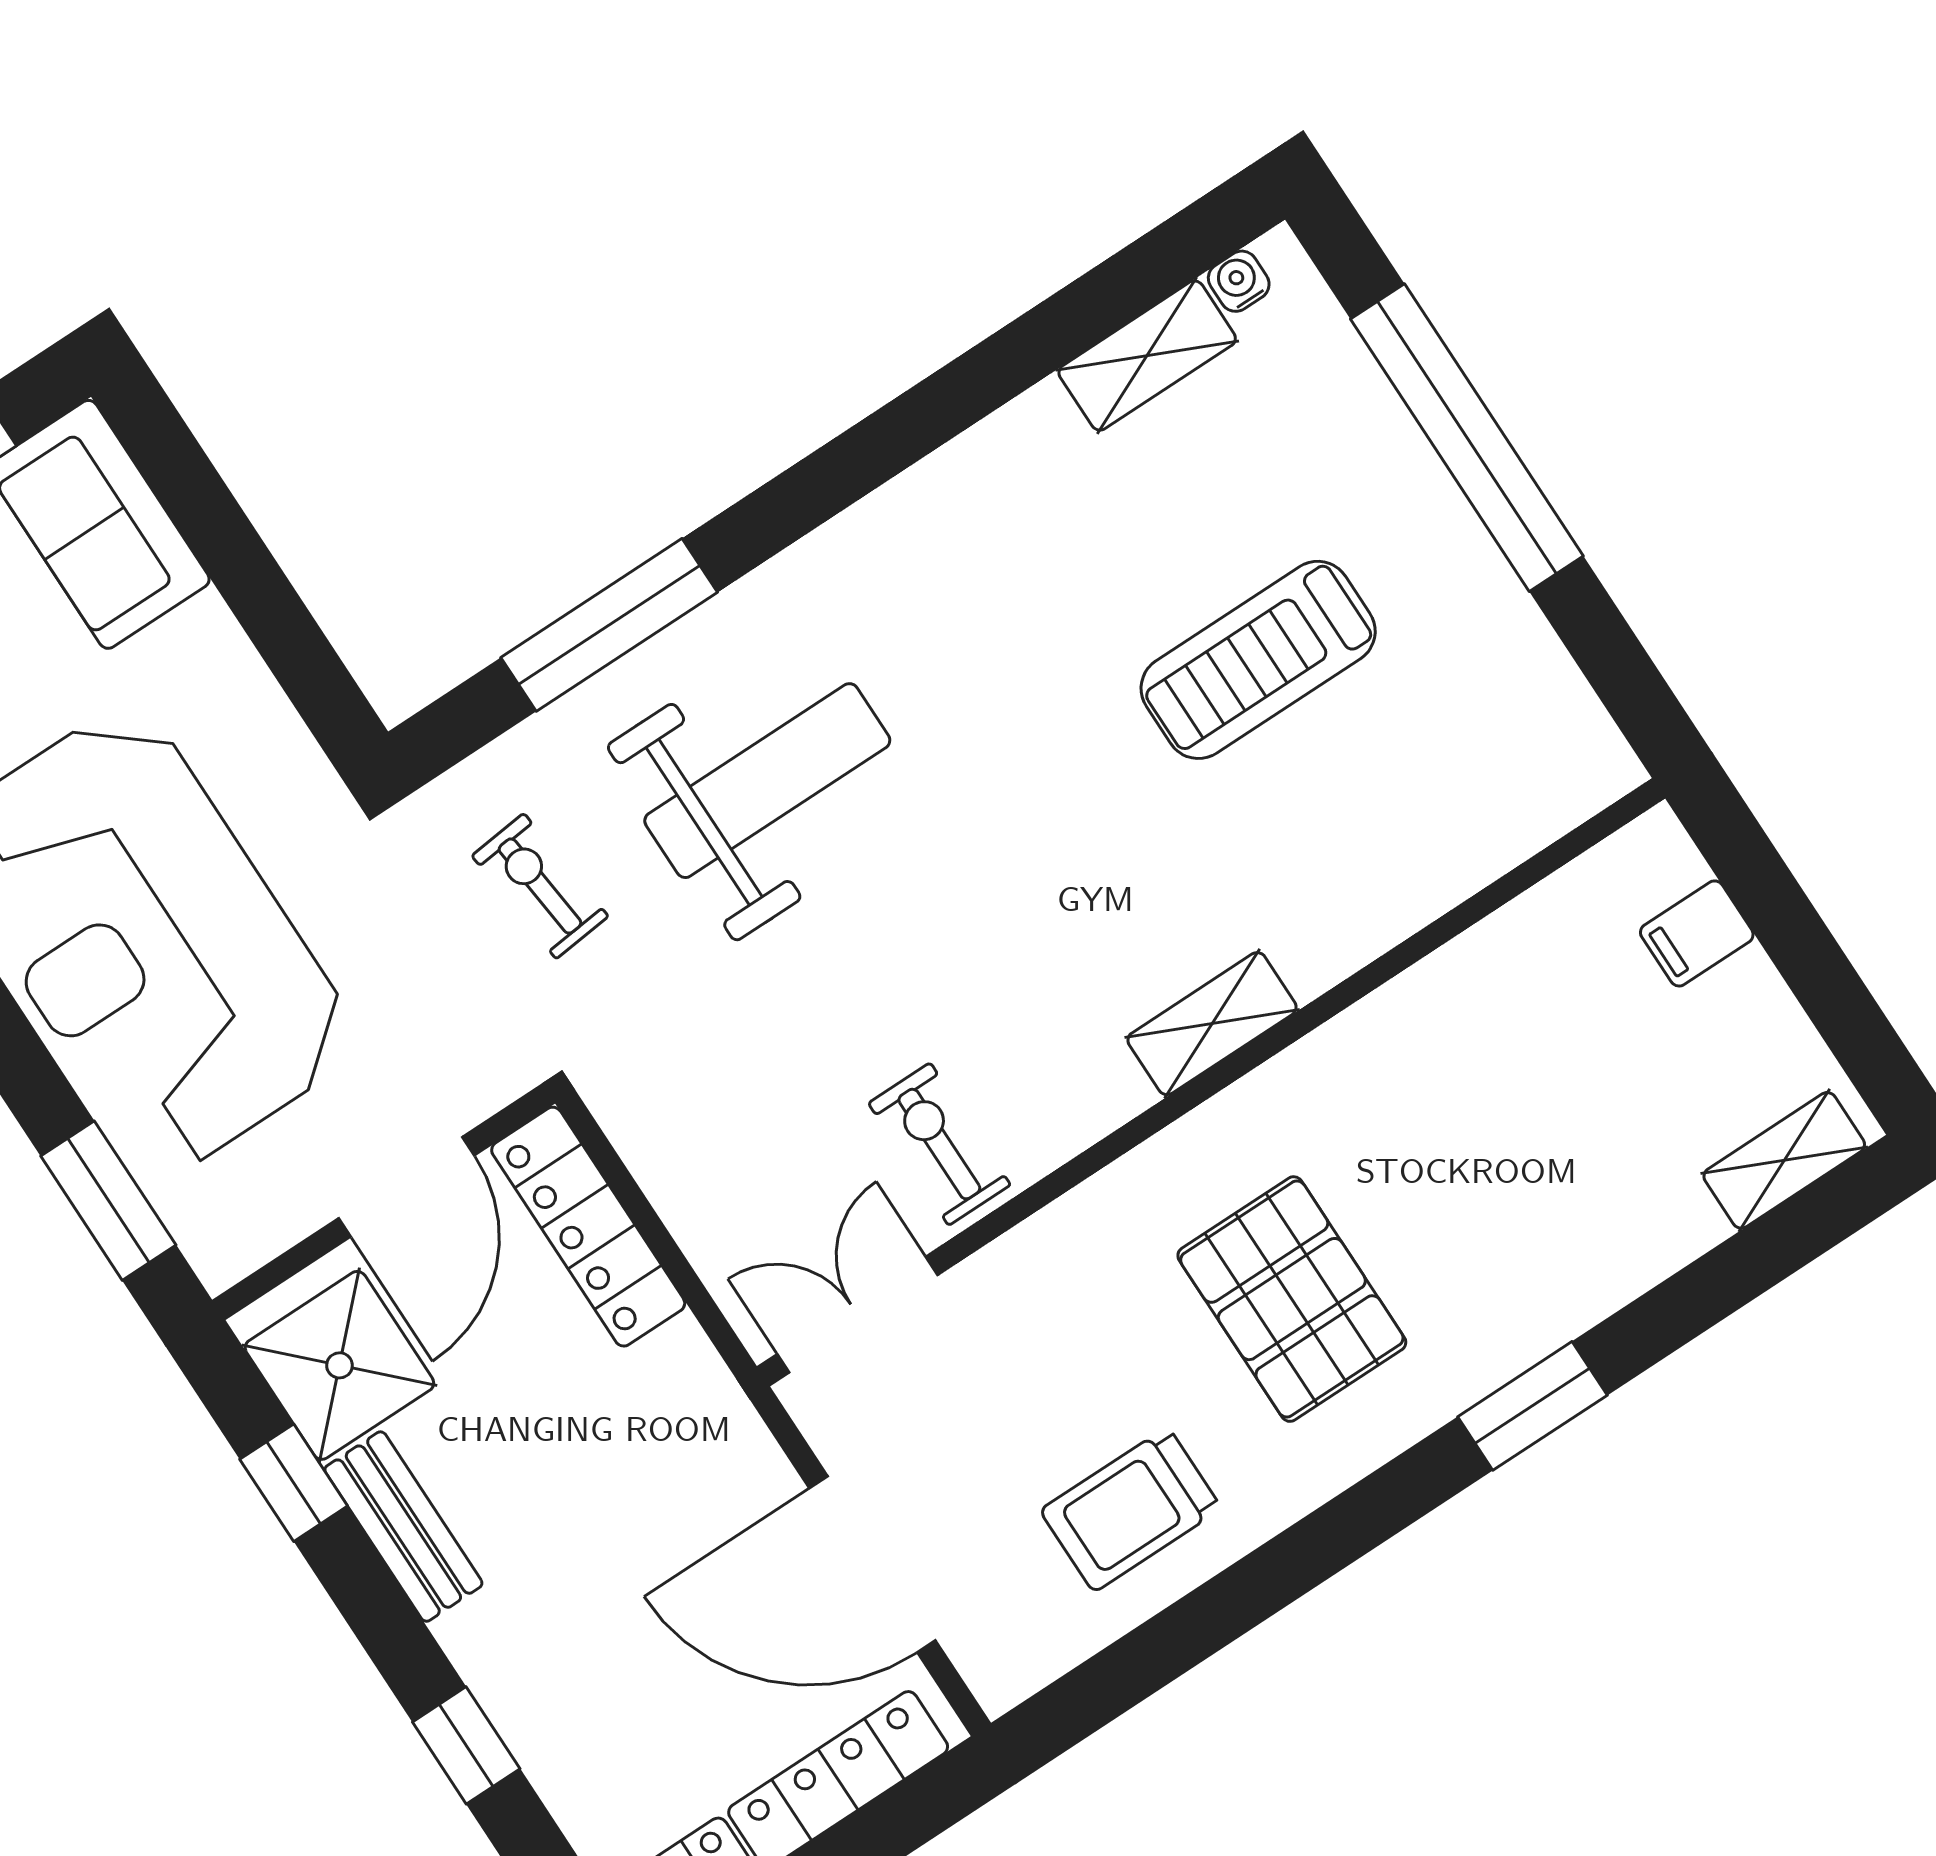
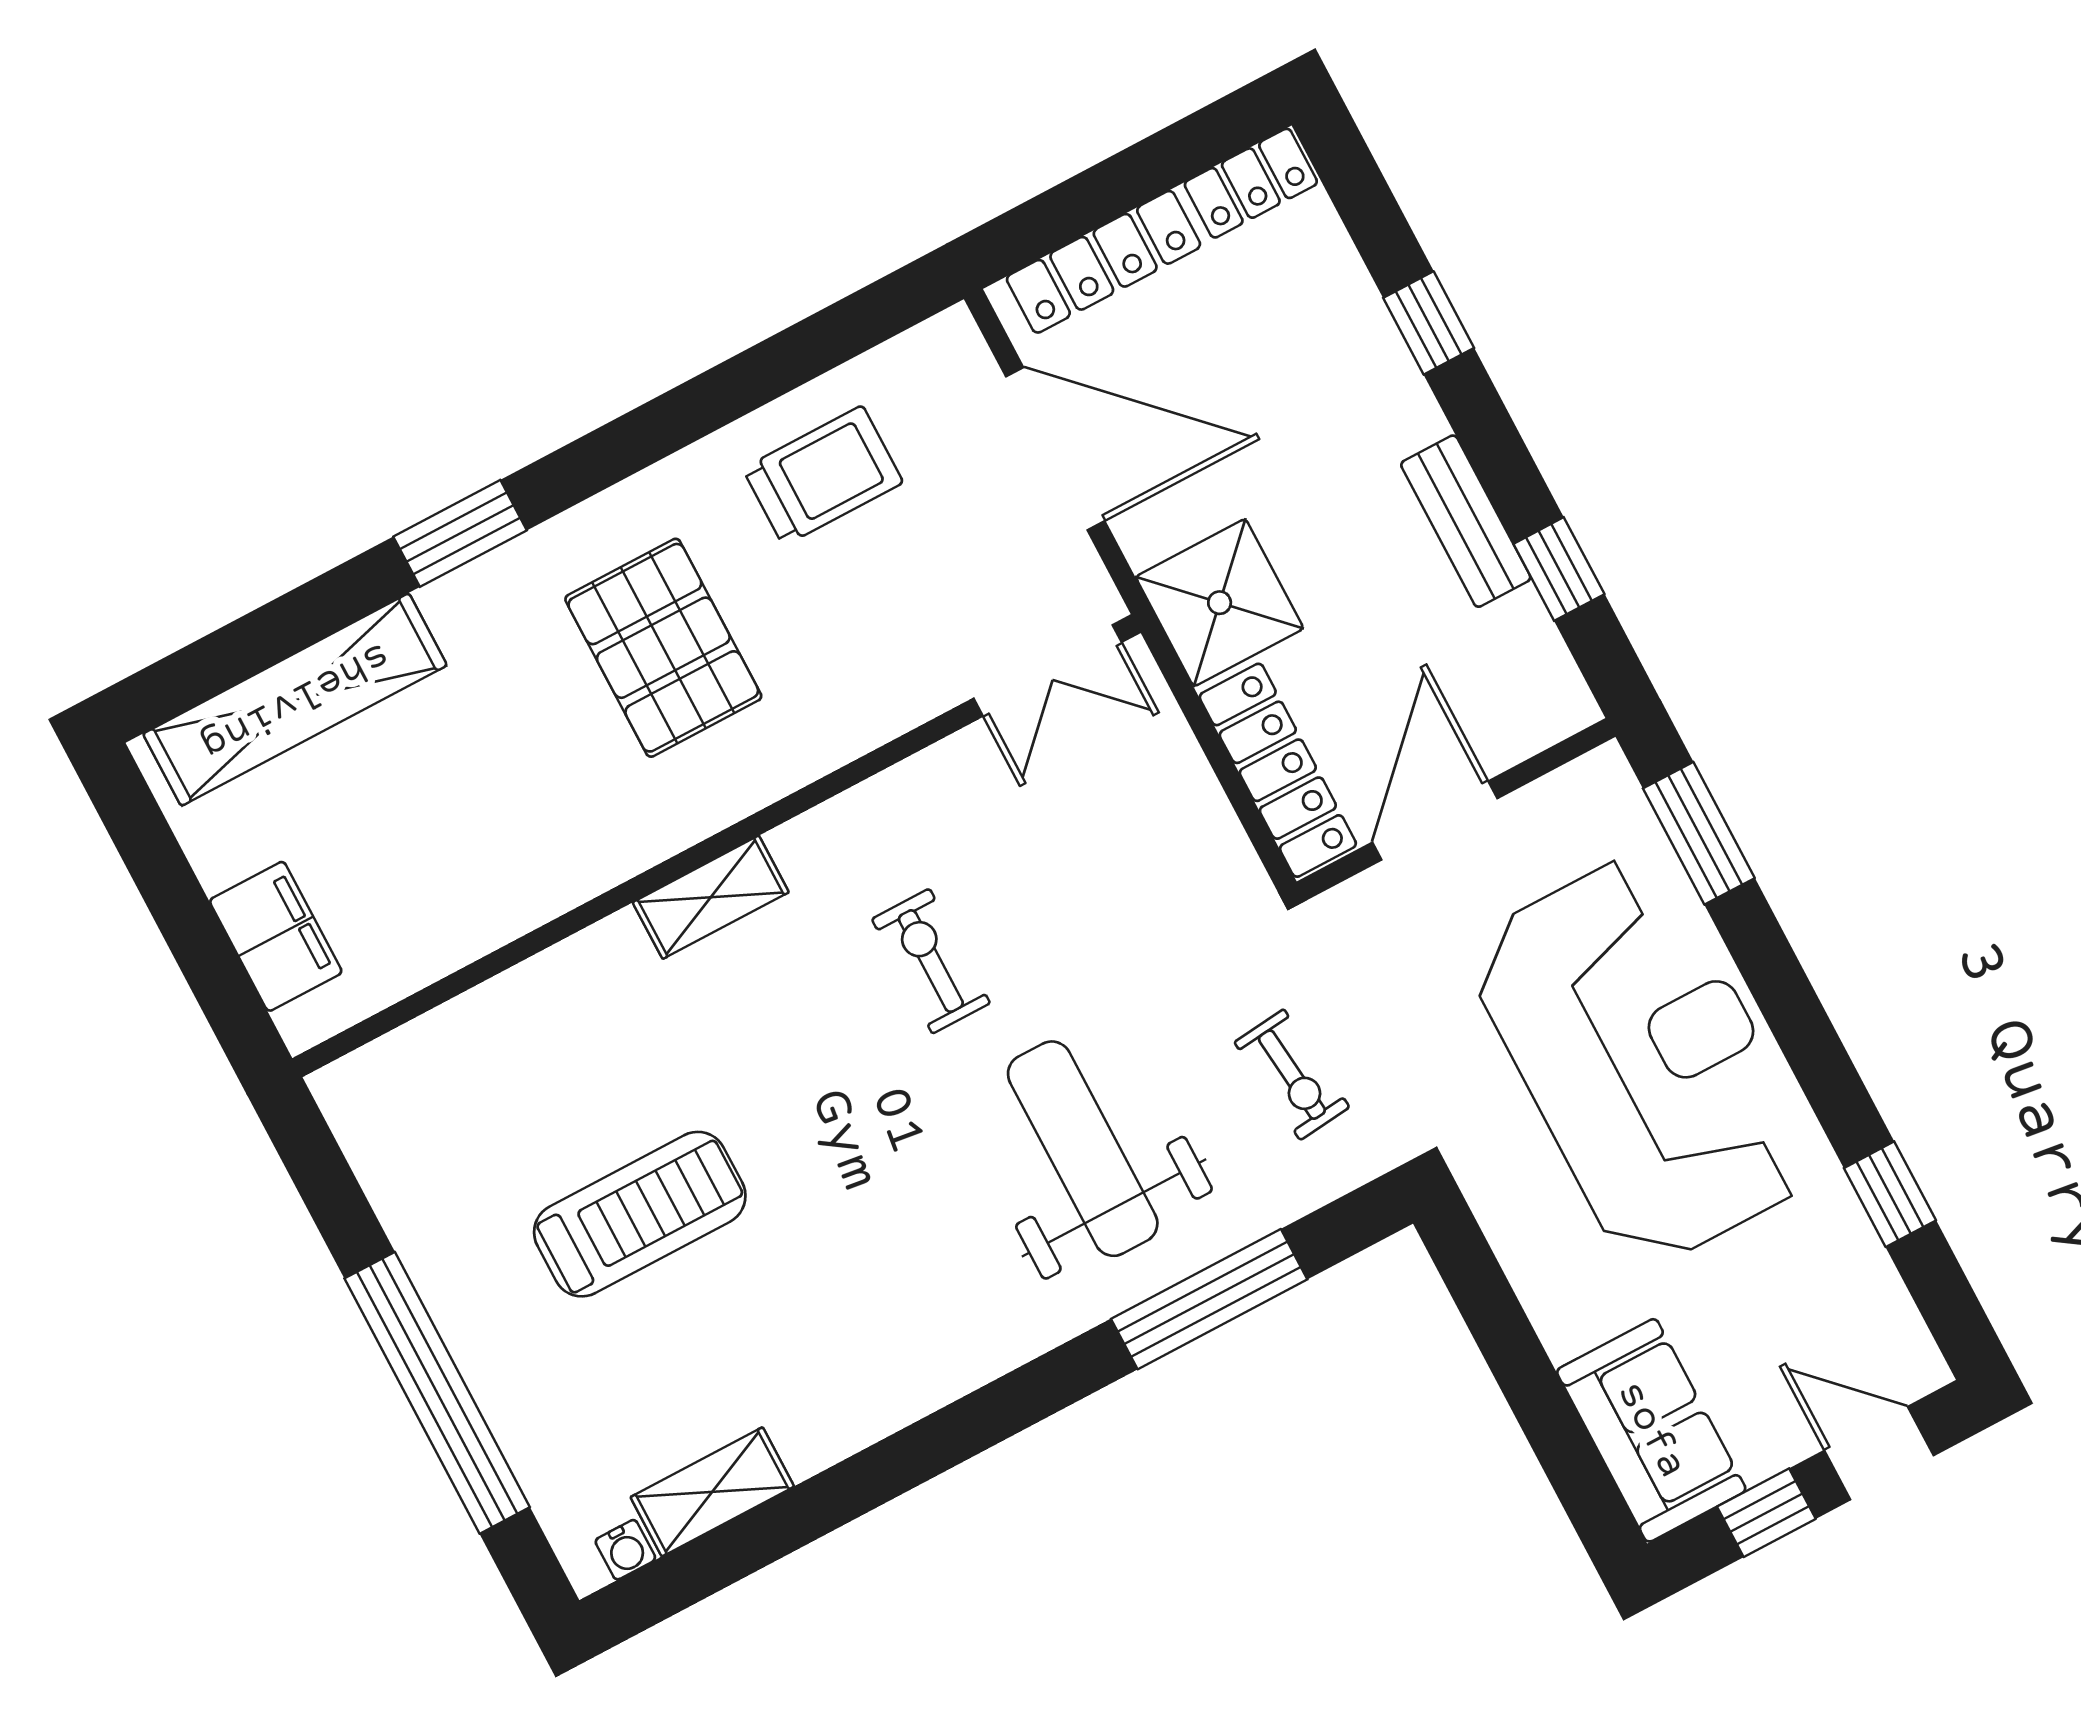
weight bench: (767, 781) -> (1083, 1149), turned 90
filing cabinet: (1697, 933) -> (276, 936), width x2.00
exercise bike: (939, 1144) -> (931, 961), moved, turned 180
shelving: (1784, 1160) -> (295, 700), width x2.20, depth x1.33
shower: (339, 1365) -> (1220, 603), moved

